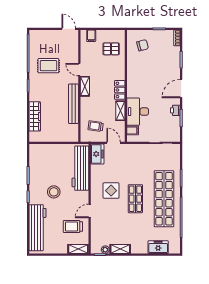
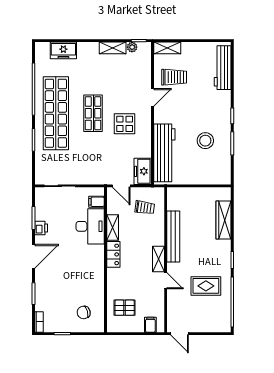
stool: (54, 192) -> (205, 141), moved
workbench: (37, 228) -> (223, 68), width x0.73, depth x0.76

